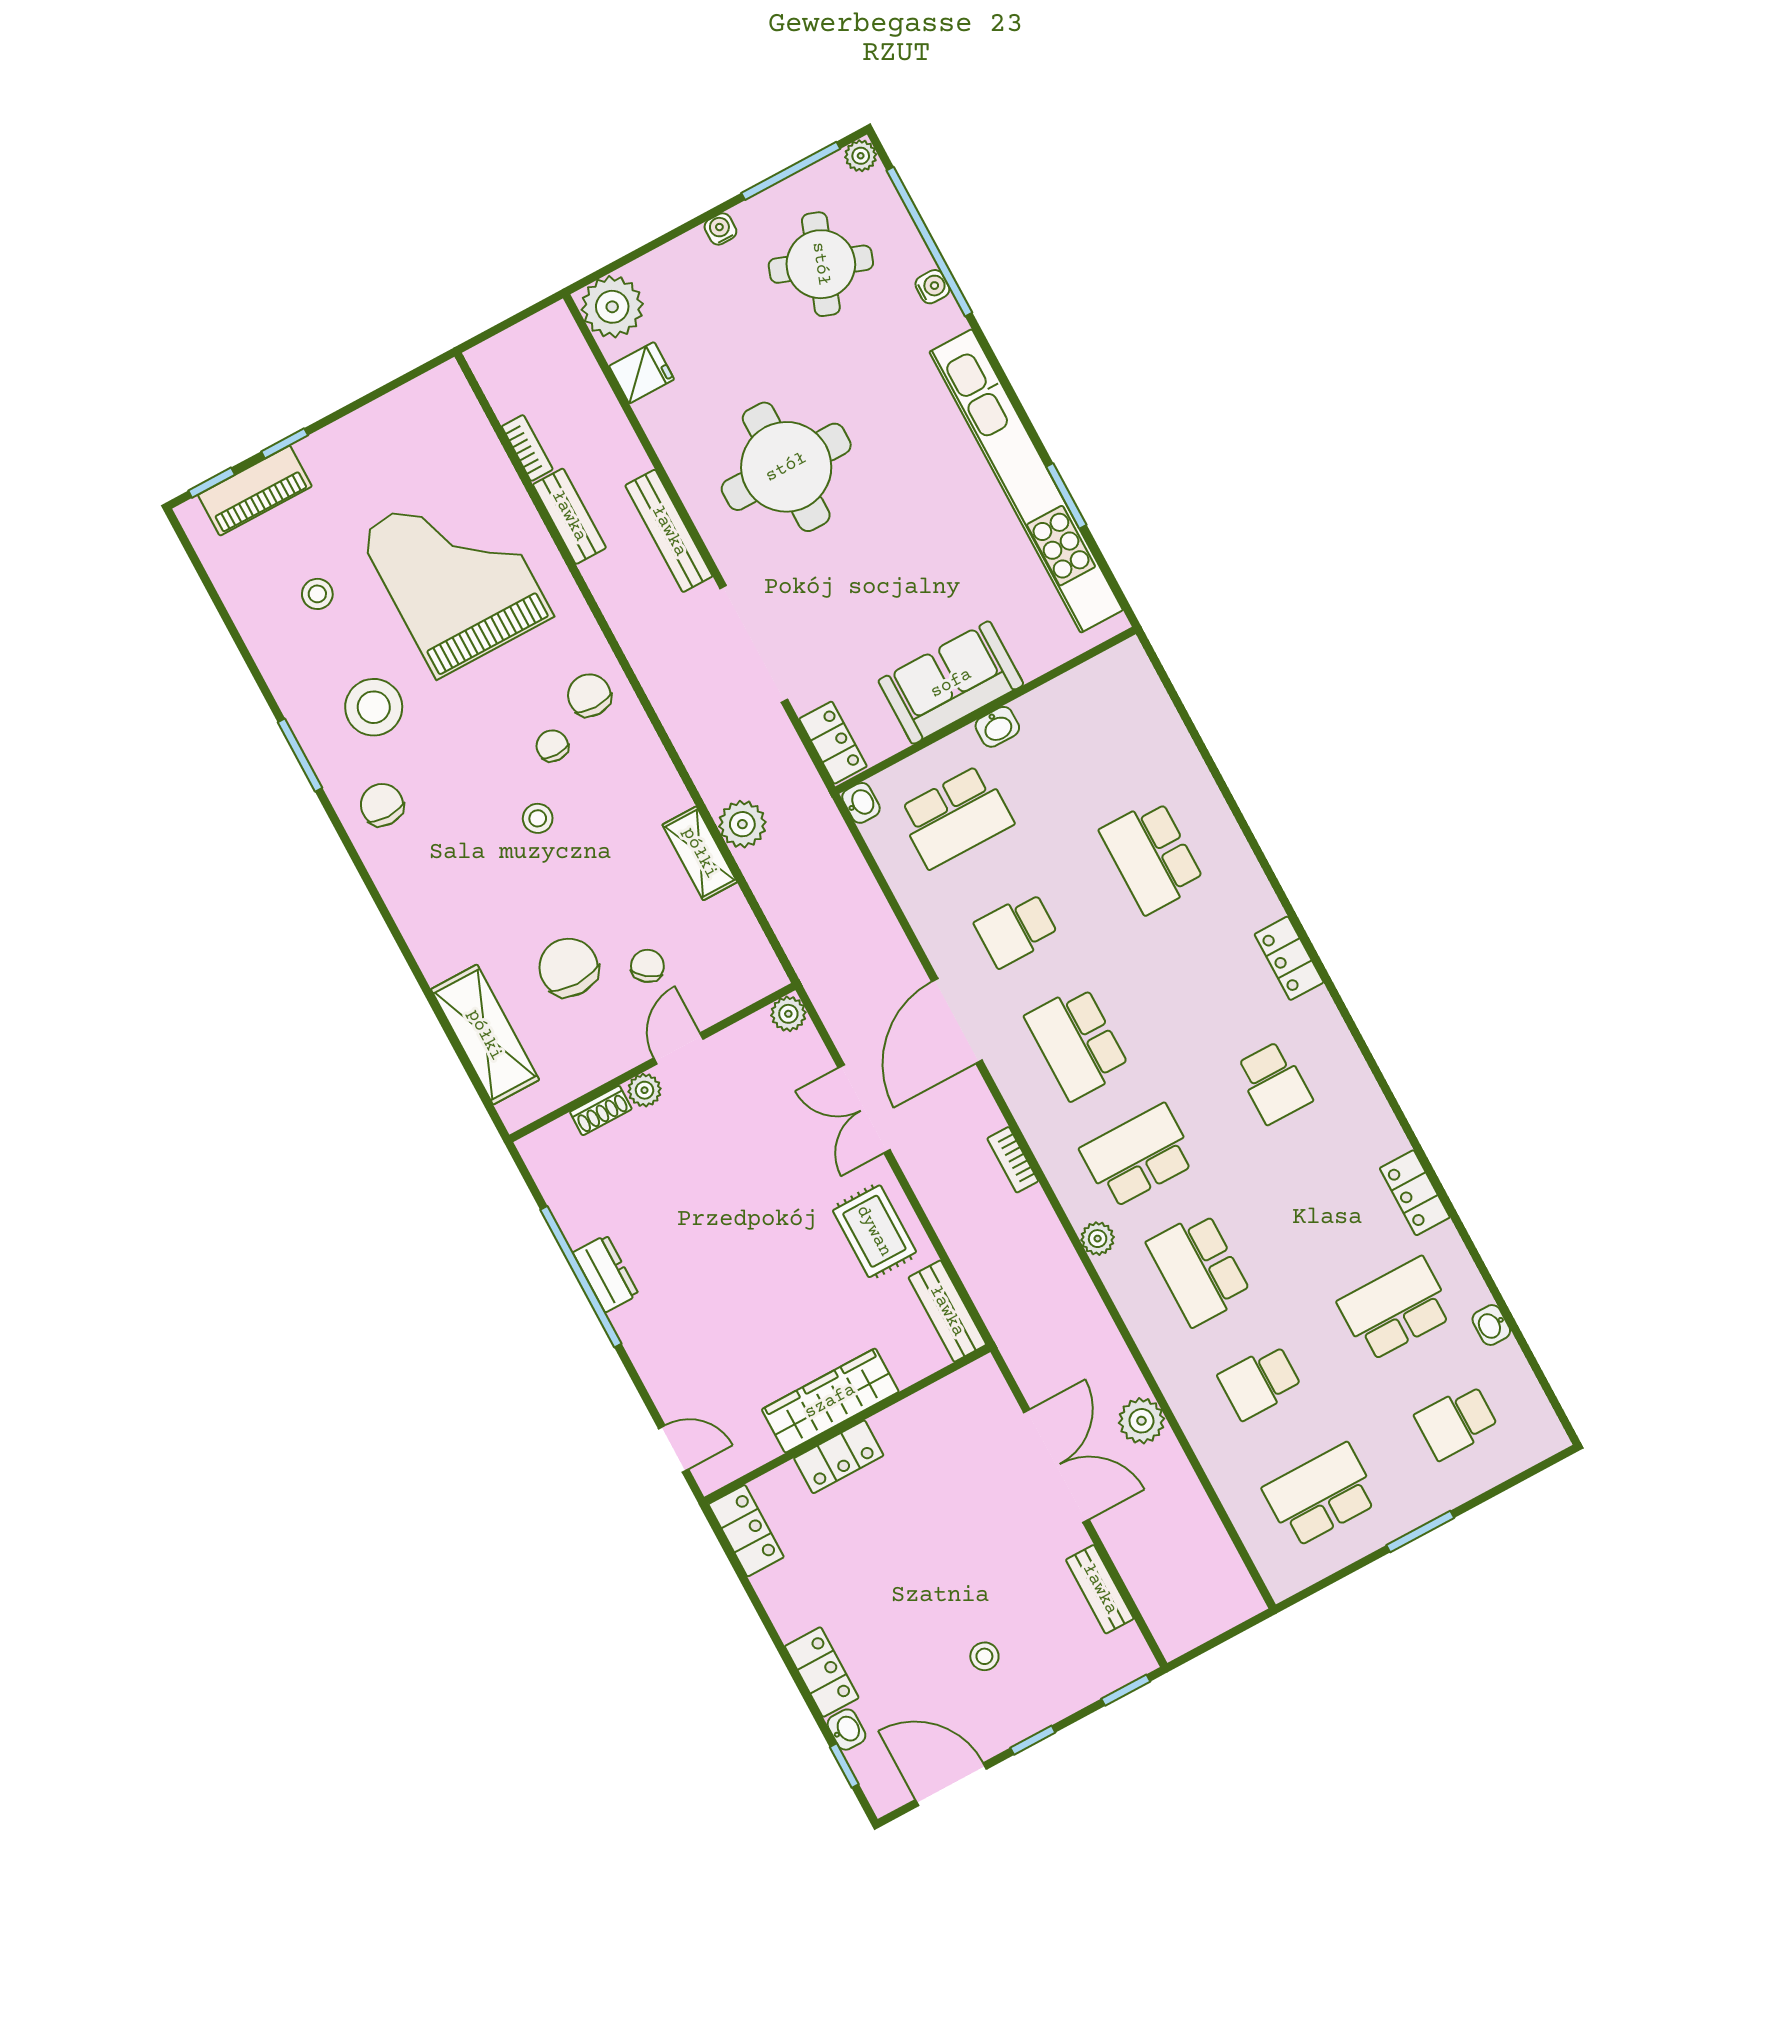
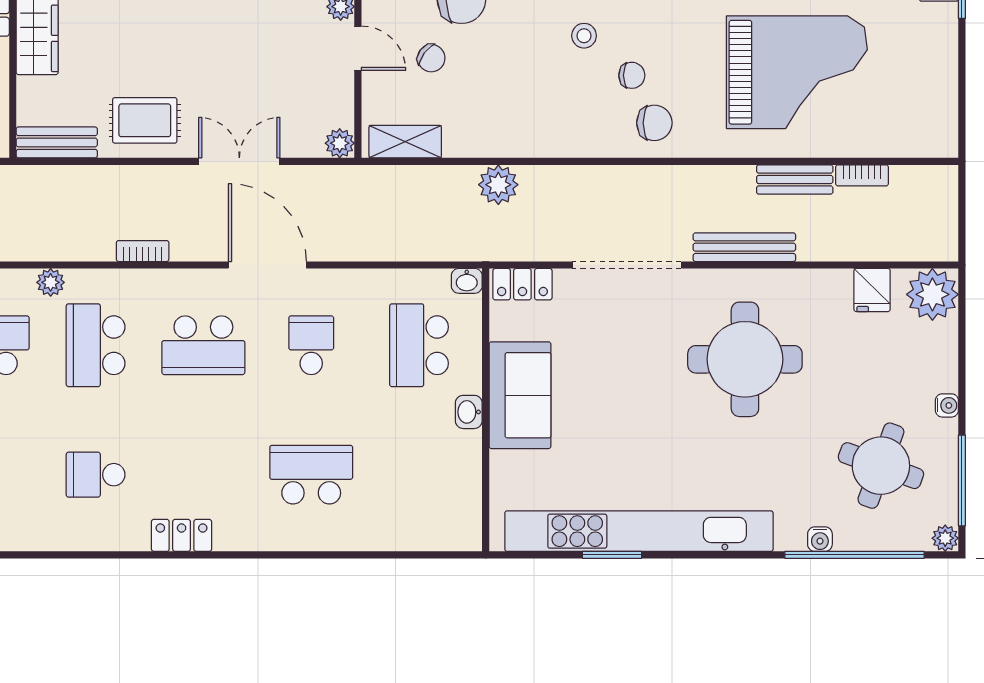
shelving: (700, 853) -> (405, 142), moved
school desk: (1077, 1043) -> (203, 345), turned 180
school desk: (1138, 1156) -> (96, 345), turned 180

